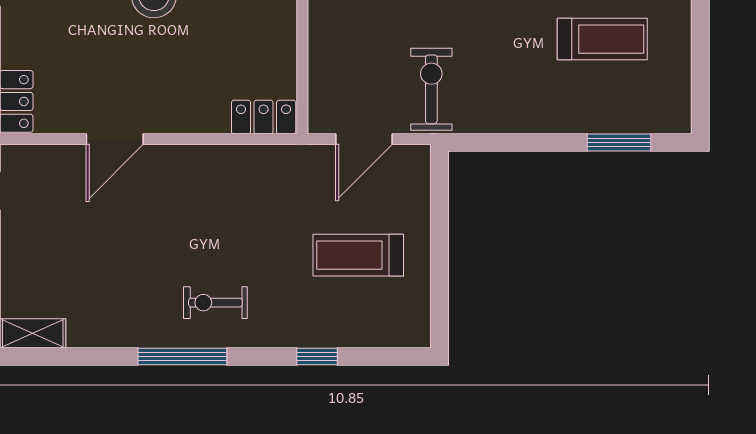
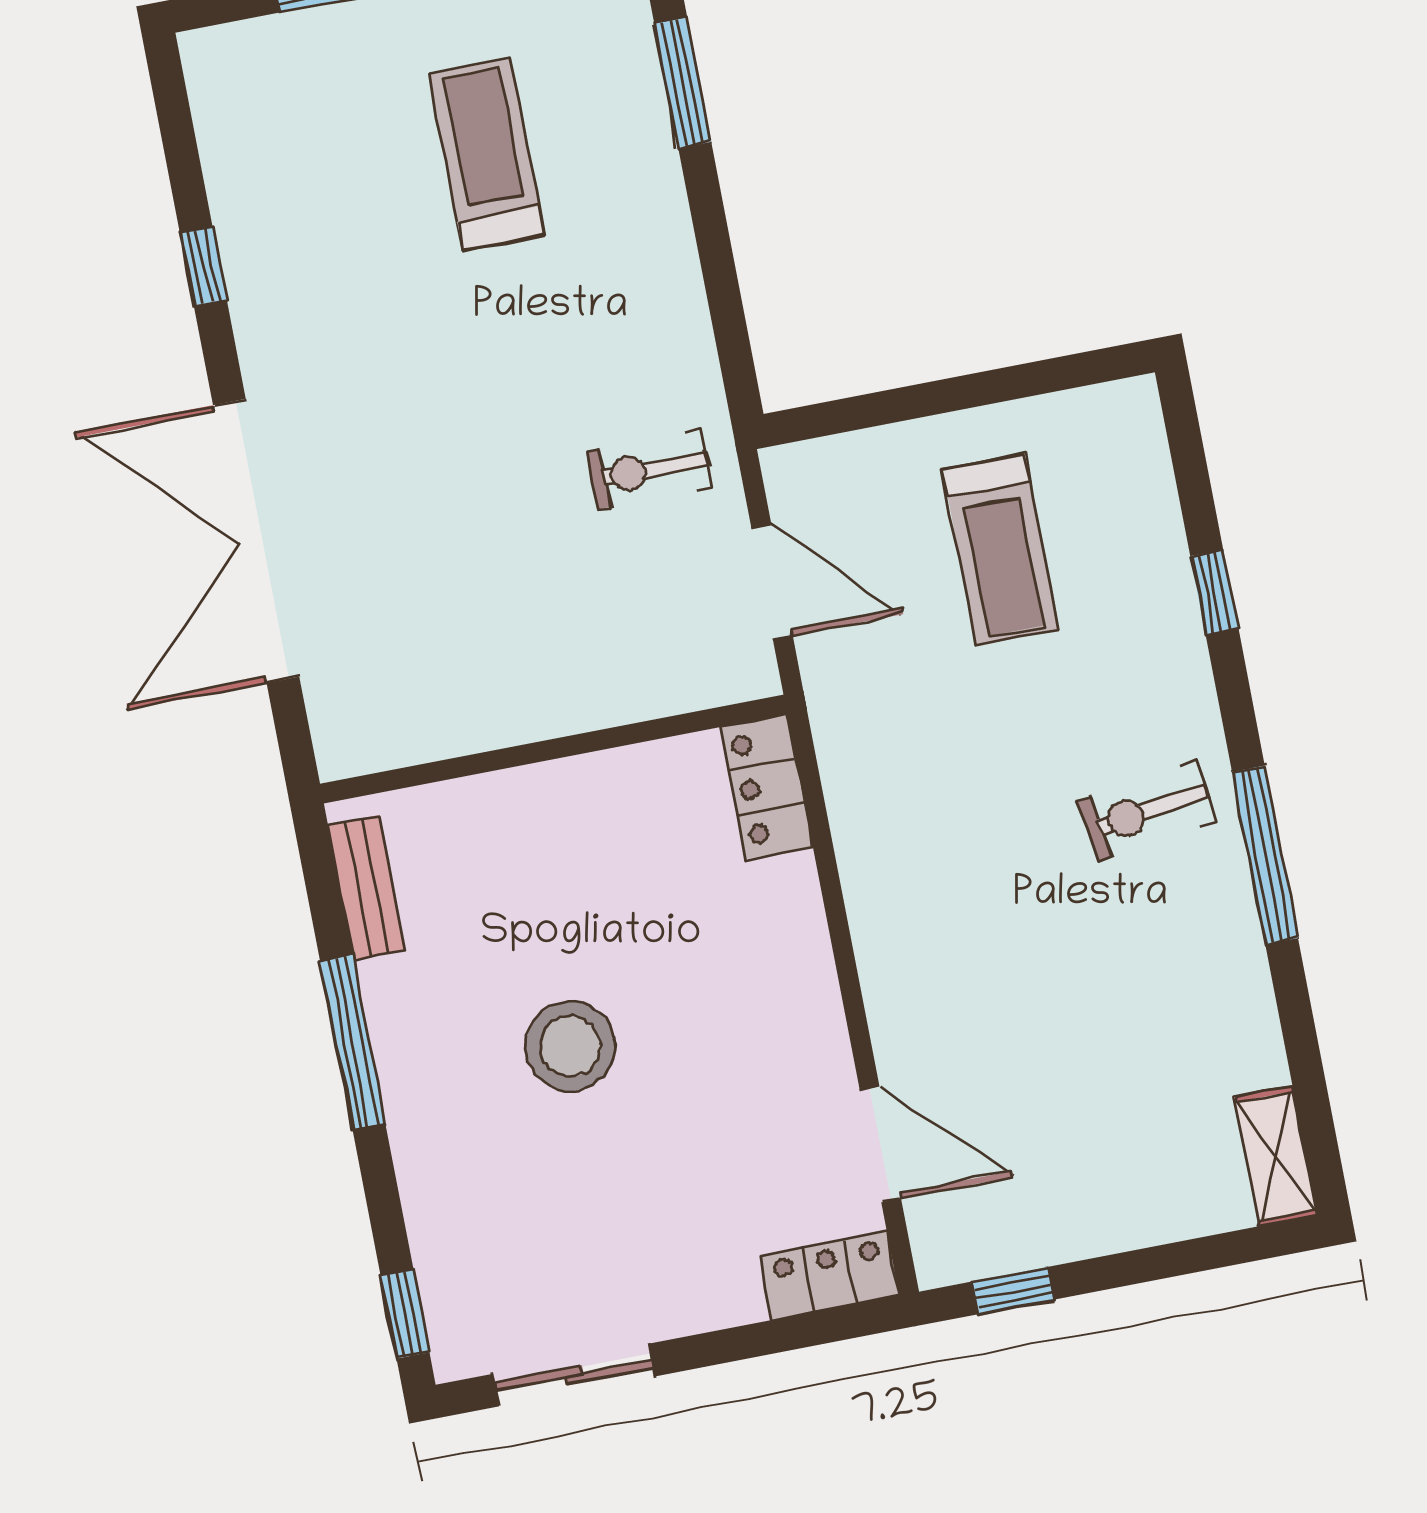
exercise bike: (431, 89) -> (649, 469), width x0.73, depth x0.72
door: (115, 139) -> (880, 1144), moved
exercise bike: (215, 303) -> (1147, 811), turned 82

